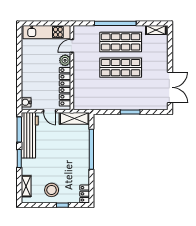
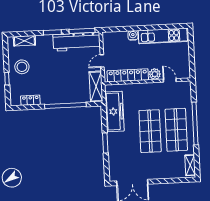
kitchen unit: (47, 32) -> (163, 36), moved, turned -90
freezer: (100, 101) -> (115, 111), added
water cooler: (26, 102) -> (133, 35), moved
locker: (85, 194) -> (30, 100), moved

